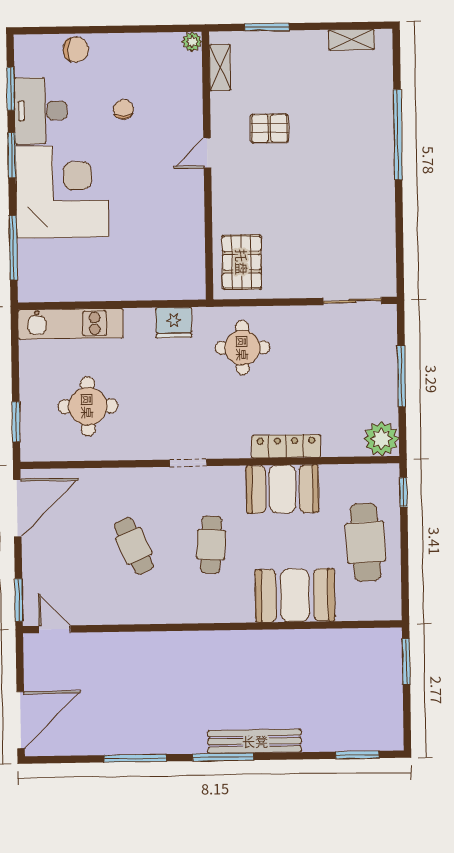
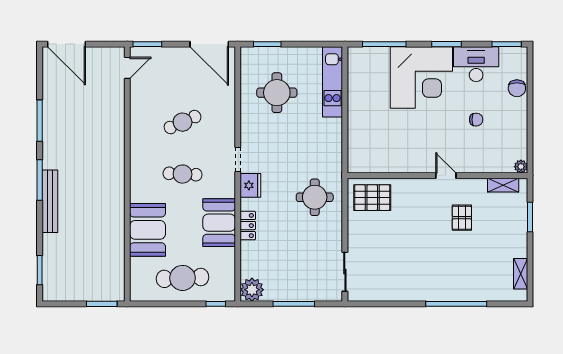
window: (11, 89) -> (507, 44), moved
fridge: (174, 323) -> (250, 185), moved, turned 180
locker: (286, 446) -> (248, 226), width x0.66

